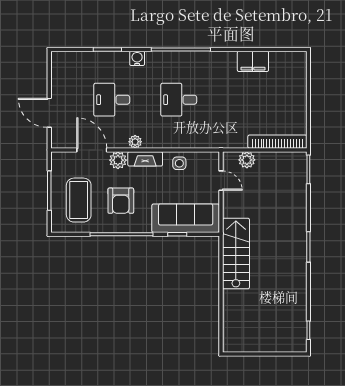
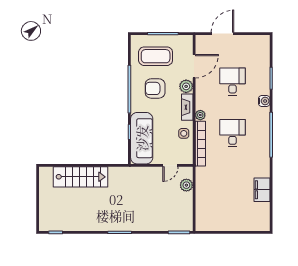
plant: (135, 142) -> (200, 115), moved
bookcase: (277, 142) -> (200, 144), moved
stairs: (236, 254) -> (80, 177), moved

